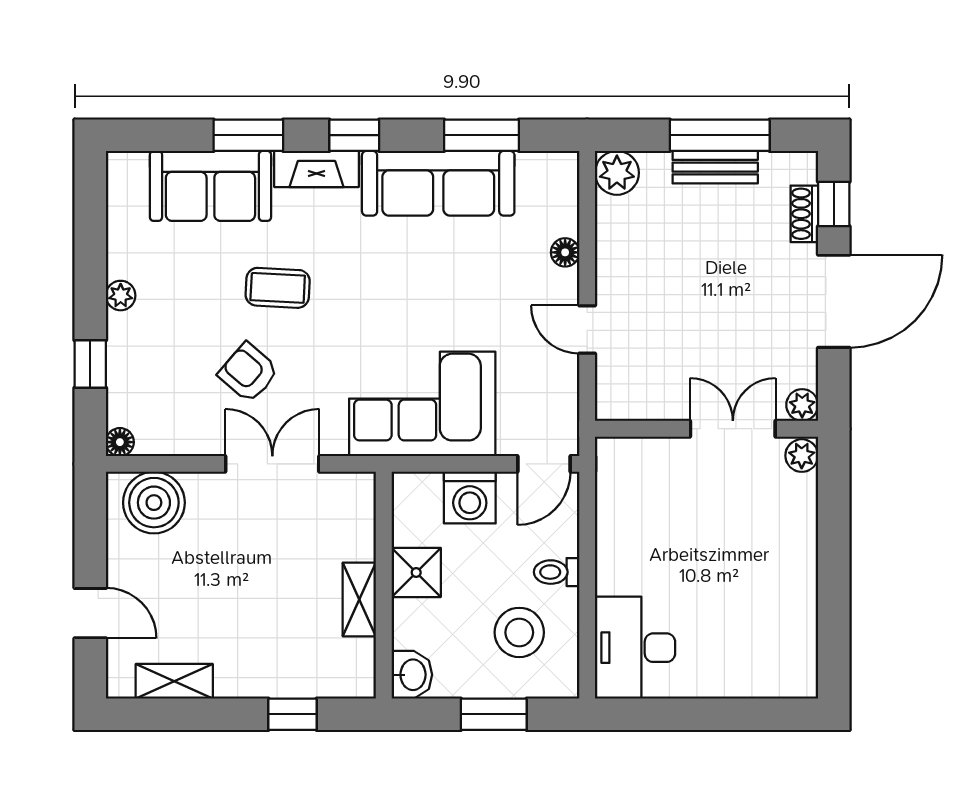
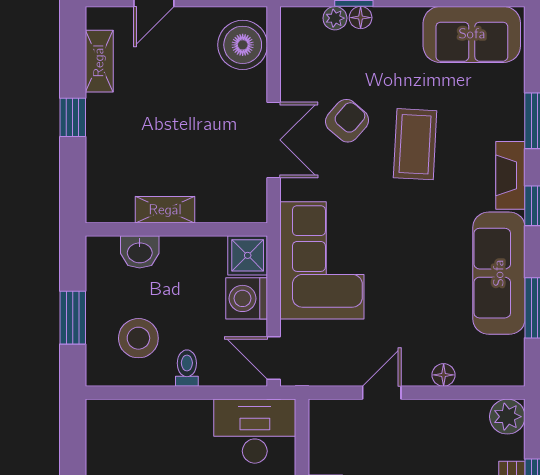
sofa: (210, 186) -> (472, 34), moved, turned -90
coffee table: (278, 288) -> (415, 144), width x1.36, depth x1.30
plant: (121, 296) -> (335, 18), moved
floor lamp: (120, 442) -> (361, 18), moved
shower: (416, 572) -> (248, 255), moved
desk: (635, 648) -> (255, 431), moved
washbasin: (412, 675) -> (140, 252), moved
window: (293, 714) -> (73, 117), moved

